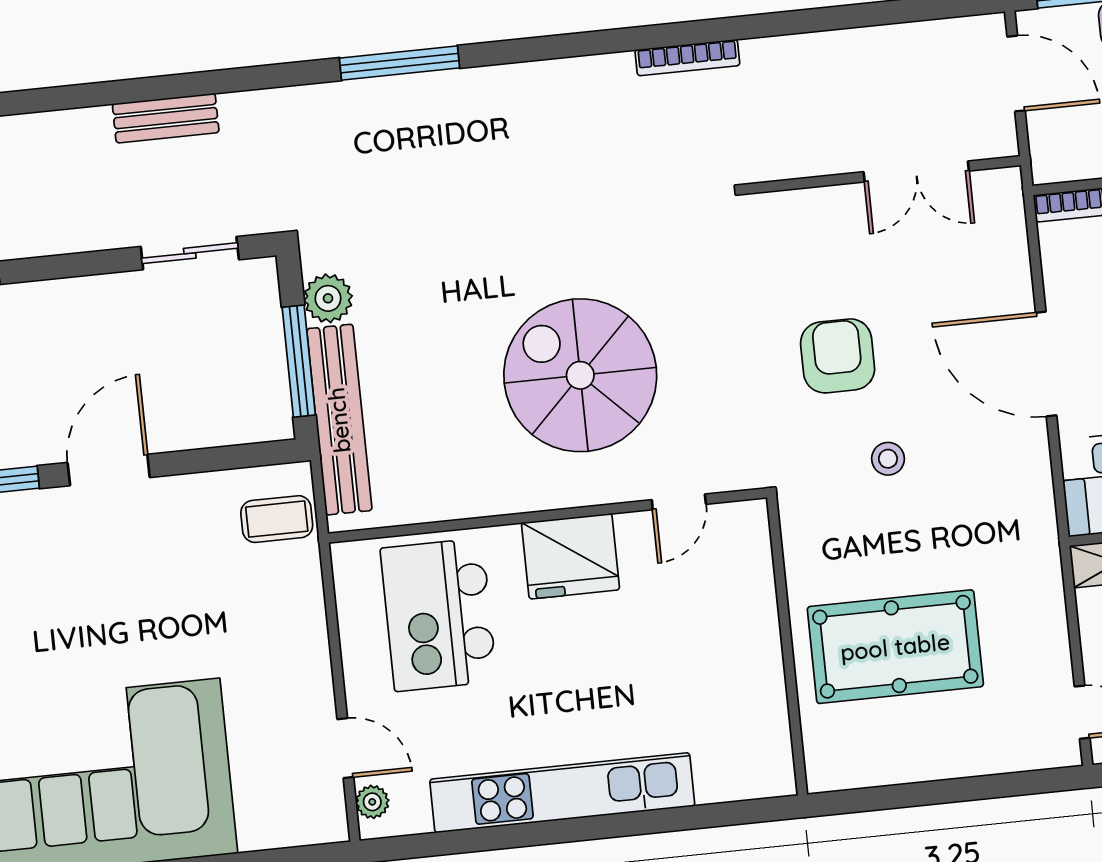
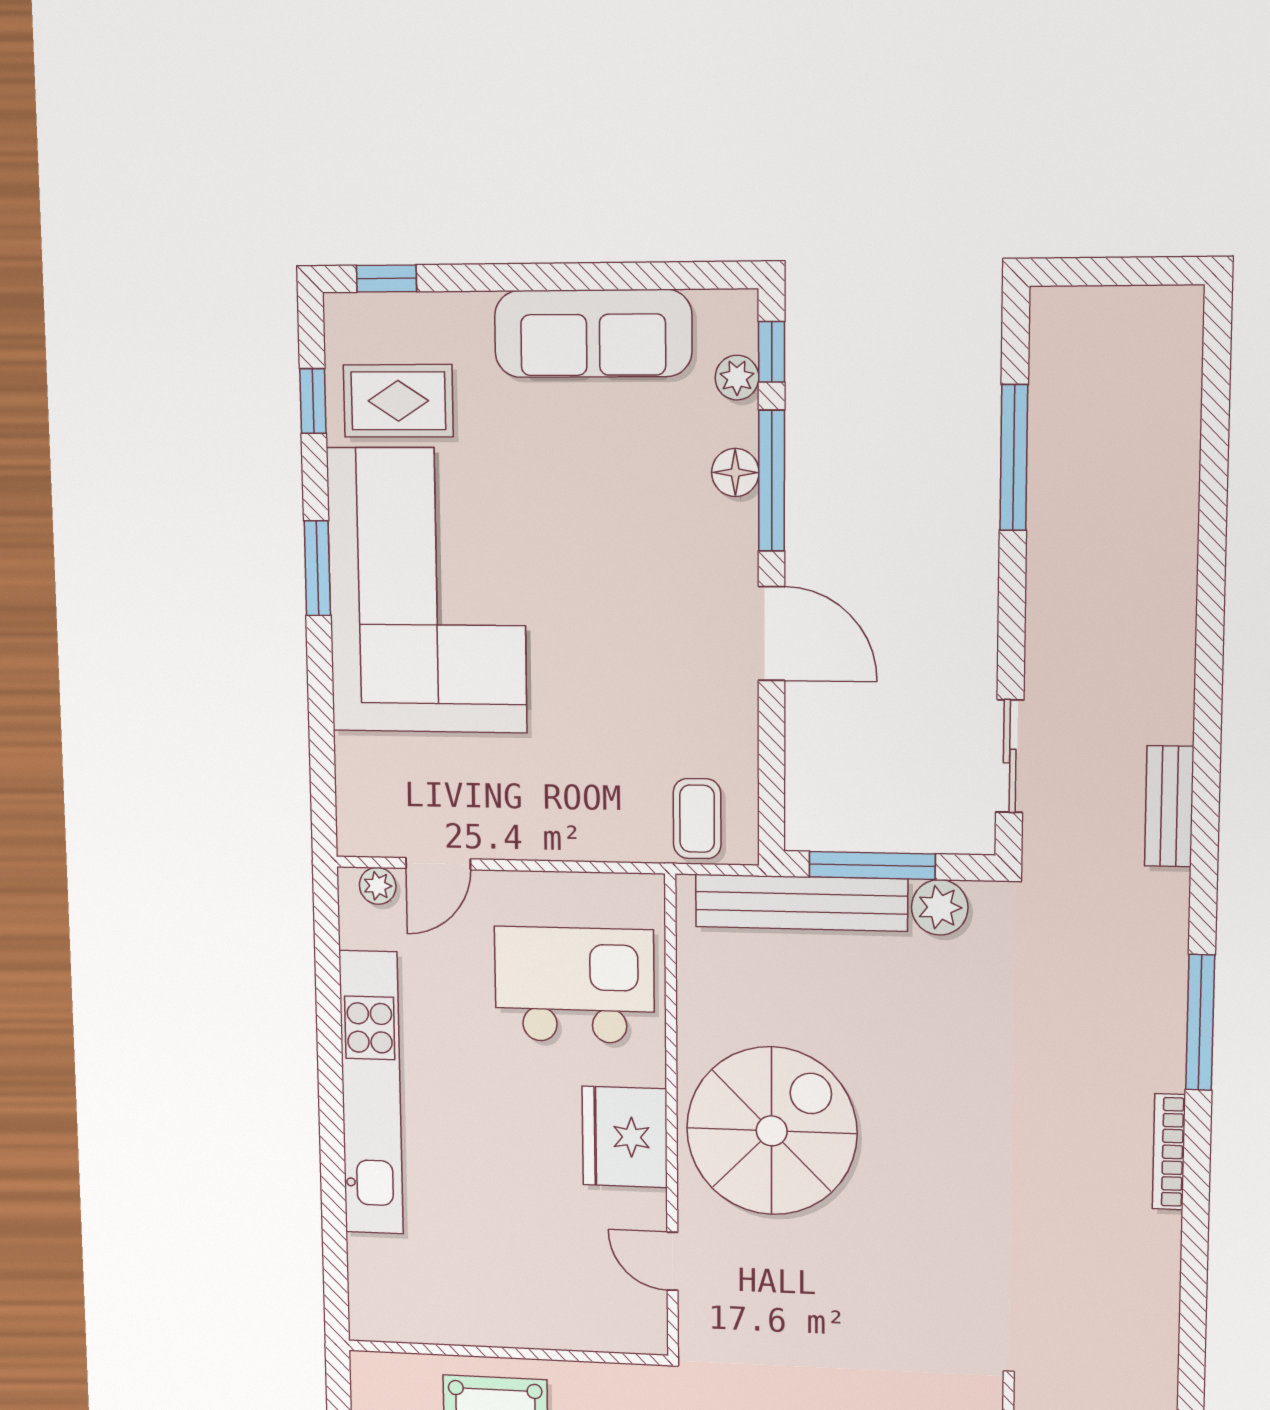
bookcase: (687, 58) -> (1169, 1152), moved
bench: (166, 118) -> (1169, 806), moved
spiral stairs: (580, 375) -> (772, 1131), moved

